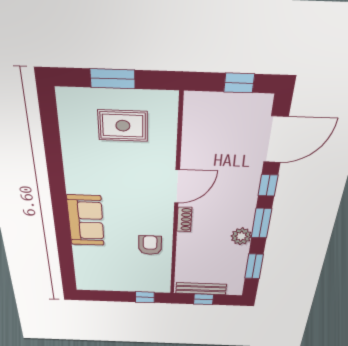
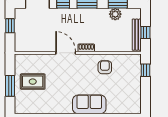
rug: (123, 126) -> (33, 82), turned 90
plant: (241, 236) -> (115, 14), moved
armchair: (150, 245) -> (105, 67), turned 90

